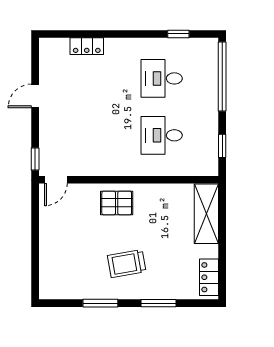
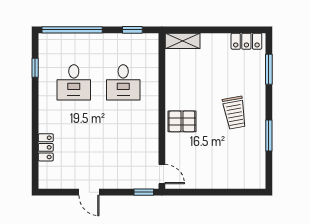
pallet: (117, 203) -> (182, 121), turned 90
shelving: (206, 214) -> (183, 41), width x0.67, depth x0.75
window: (159, 303) -> (269, 69), moved

